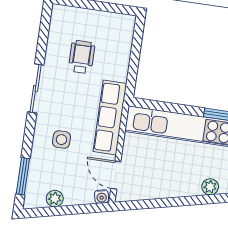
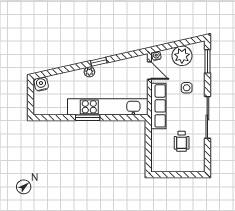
sliding door: (36, 88) -> (207, 117), width x1.37
plant: (55, 199) -> (182, 56), width x1.88, depth x1.88
window: (193, 200) -> (99, 62), added

